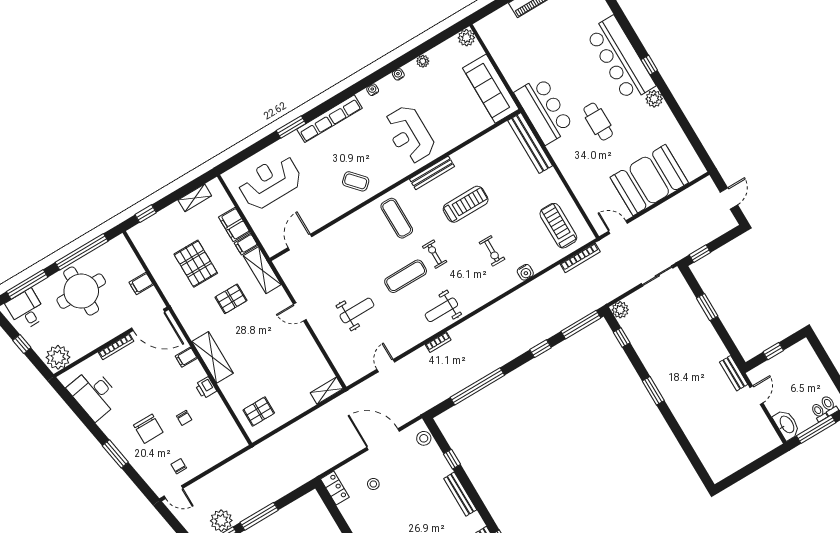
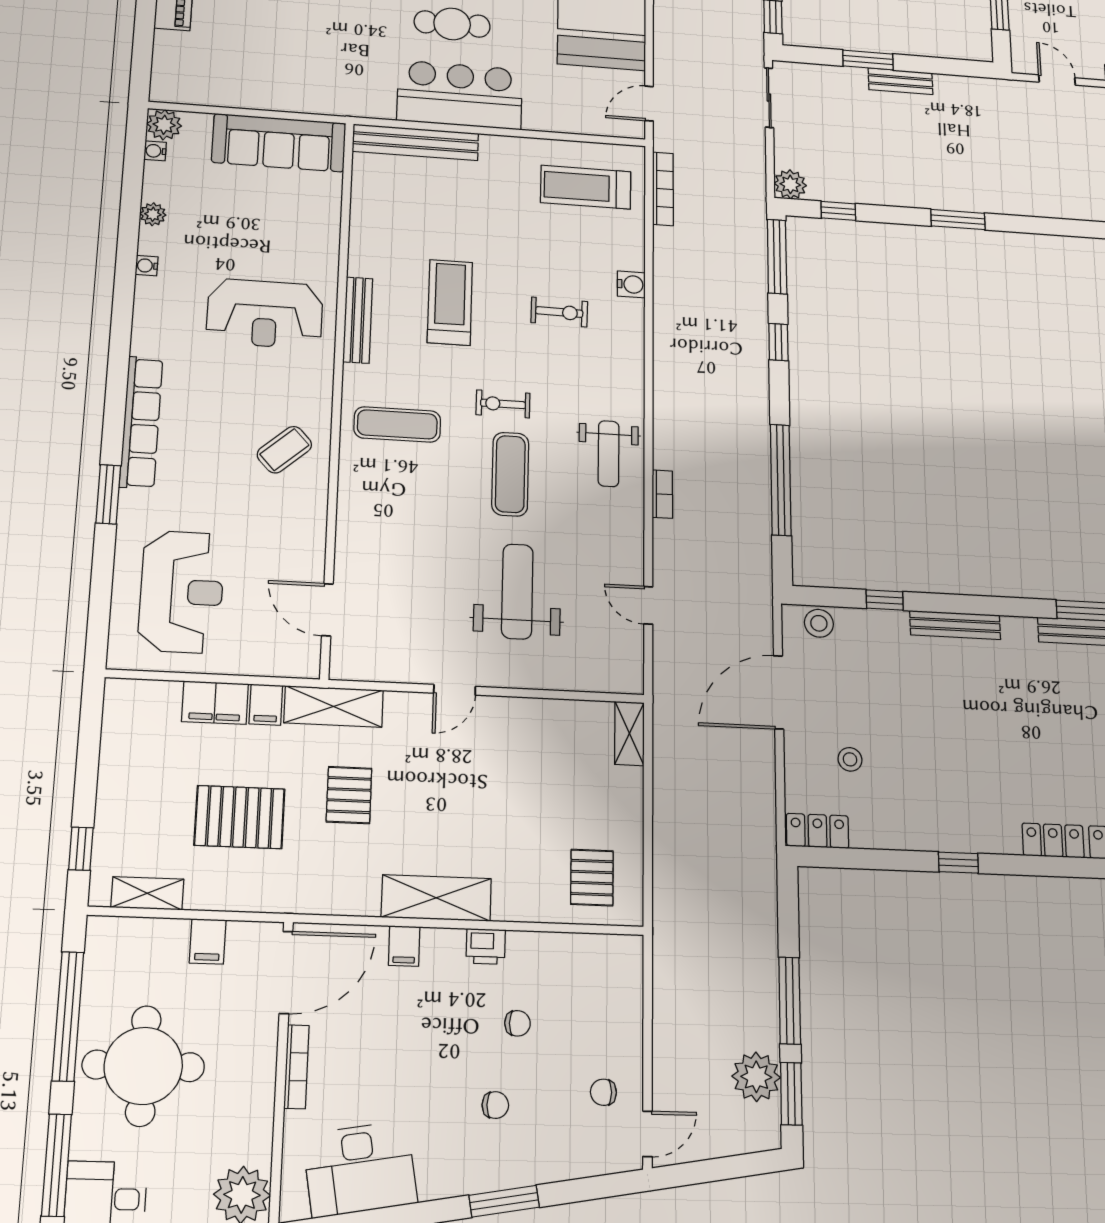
water cooler: (373, 90) -> (155, 151), moved
bar counter: (544, 110) -> (460, 95), moved
reception desk: (270, 182) -> (181, 592), turned 180
shelving: (195, 198) -> (147, 893), moved, turned 90
weight bench: (357, 310) -> (517, 591), width x1.36, depth x1.33
bench: (734, 373) -> (900, 81), moved
chair: (148, 429) -> (495, 1105), width x0.54, depth x0.54

